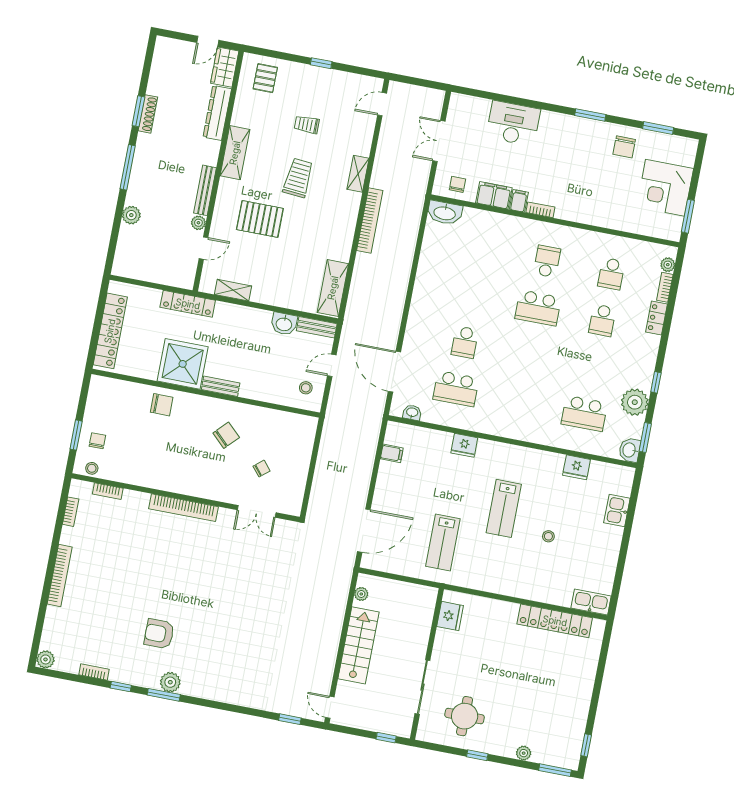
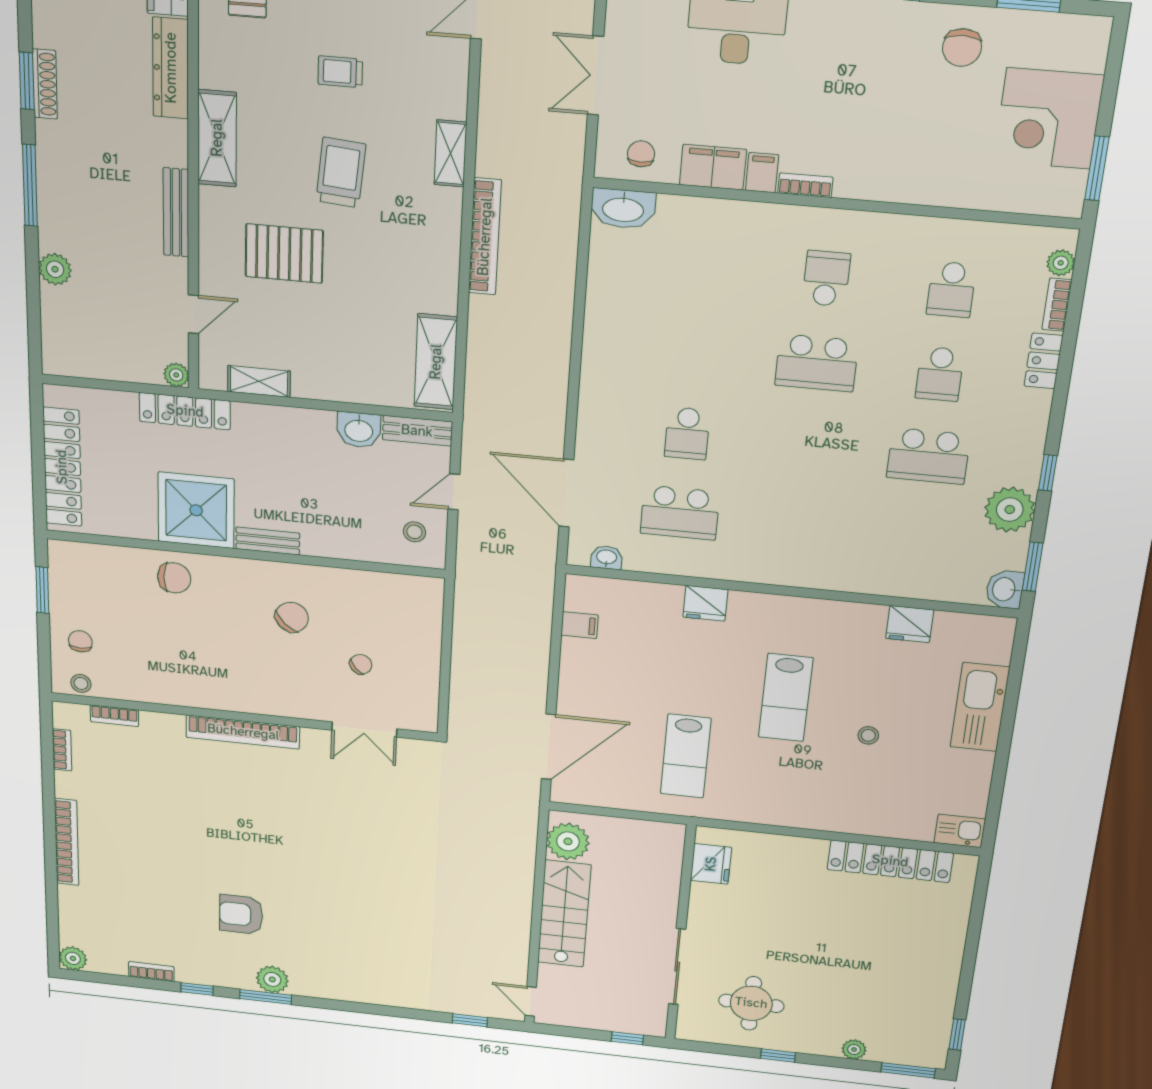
plant: (198, 223) -> (176, 375), moved
school desk: (584, 413) -> (928, 456), moved
window: (76, 435) -> (42, 590), moved
kitchen sink: (617, 511) -> (980, 707), width x1.88, depth x1.24
plant: (361, 594) -> (568, 841), width x1.87, depth x1.87
kitchen sink: (591, 602) -> (960, 831), width x0.73

